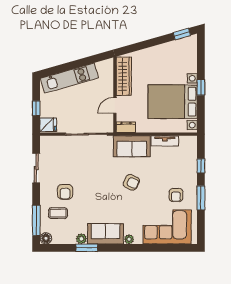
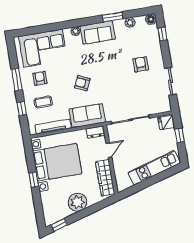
plant: (158, 55) -> (77, 202), added
tv unit: (165, 141) -> (53, 126), width x1.41
coffee table: (58, 213) -> (43, 102), moved
window: (36, 220) -> (162, 34), width x0.46
plant: (81, 239) -> (130, 22), moved

